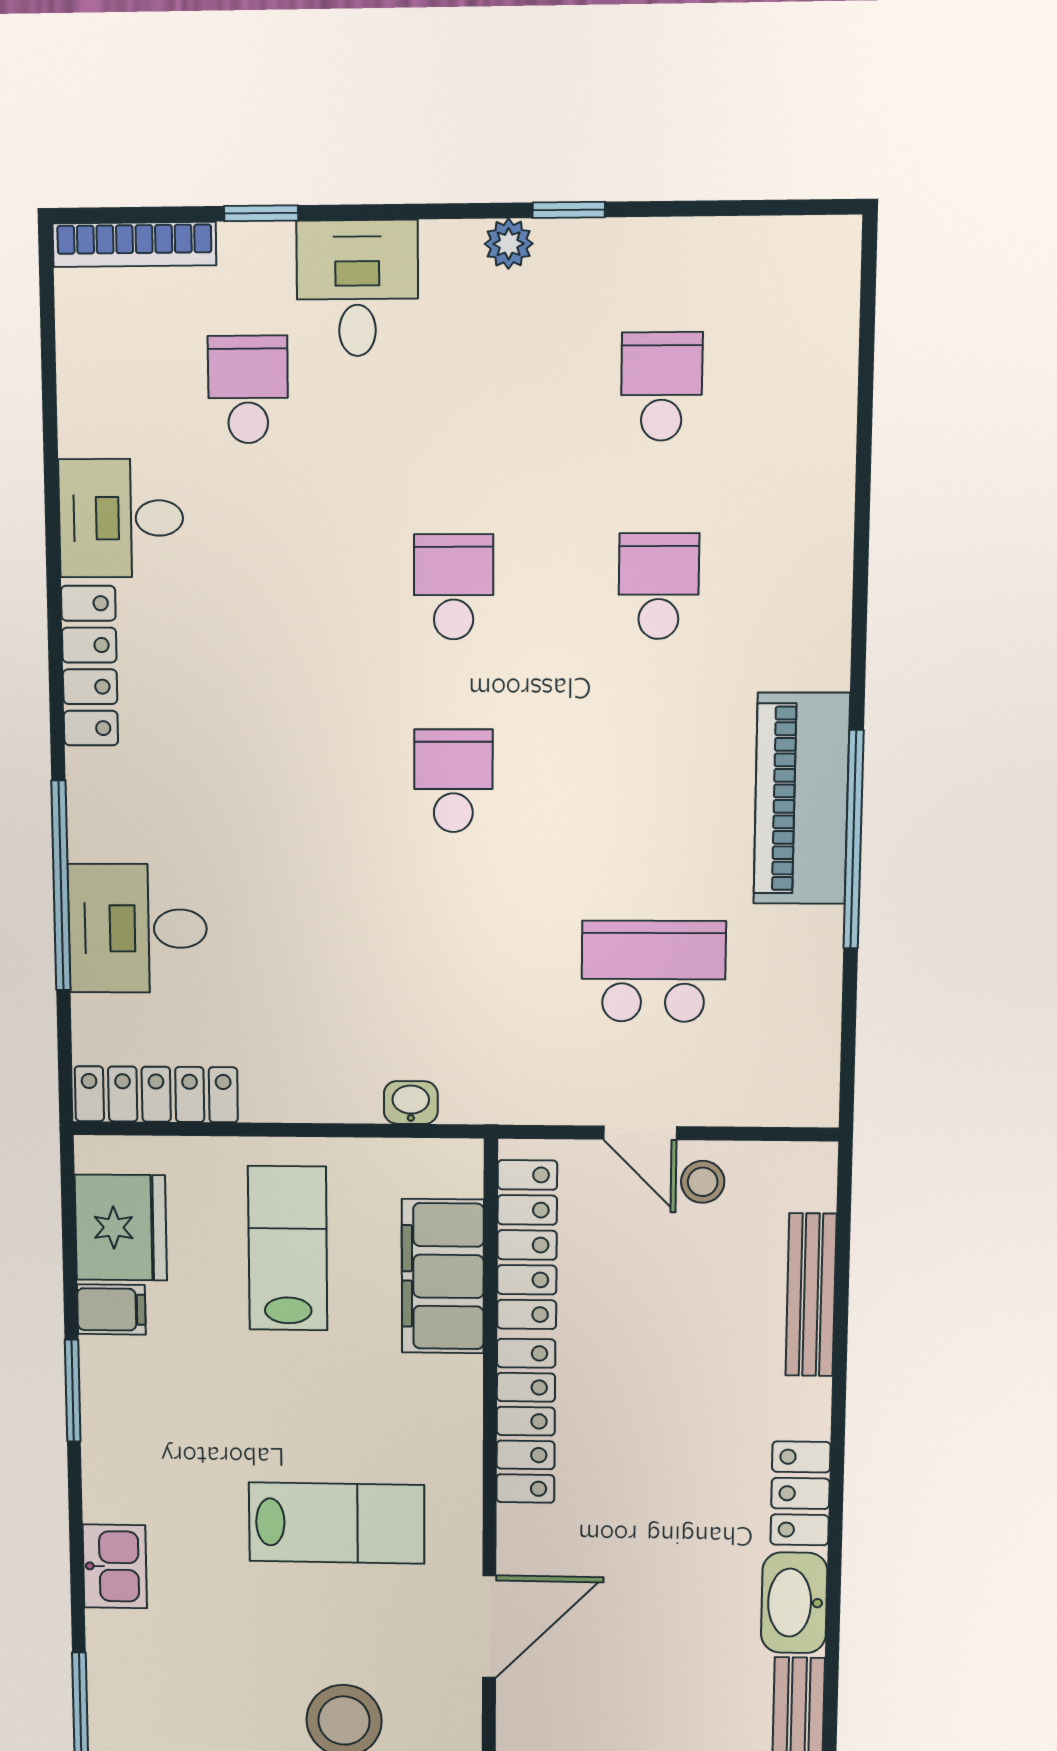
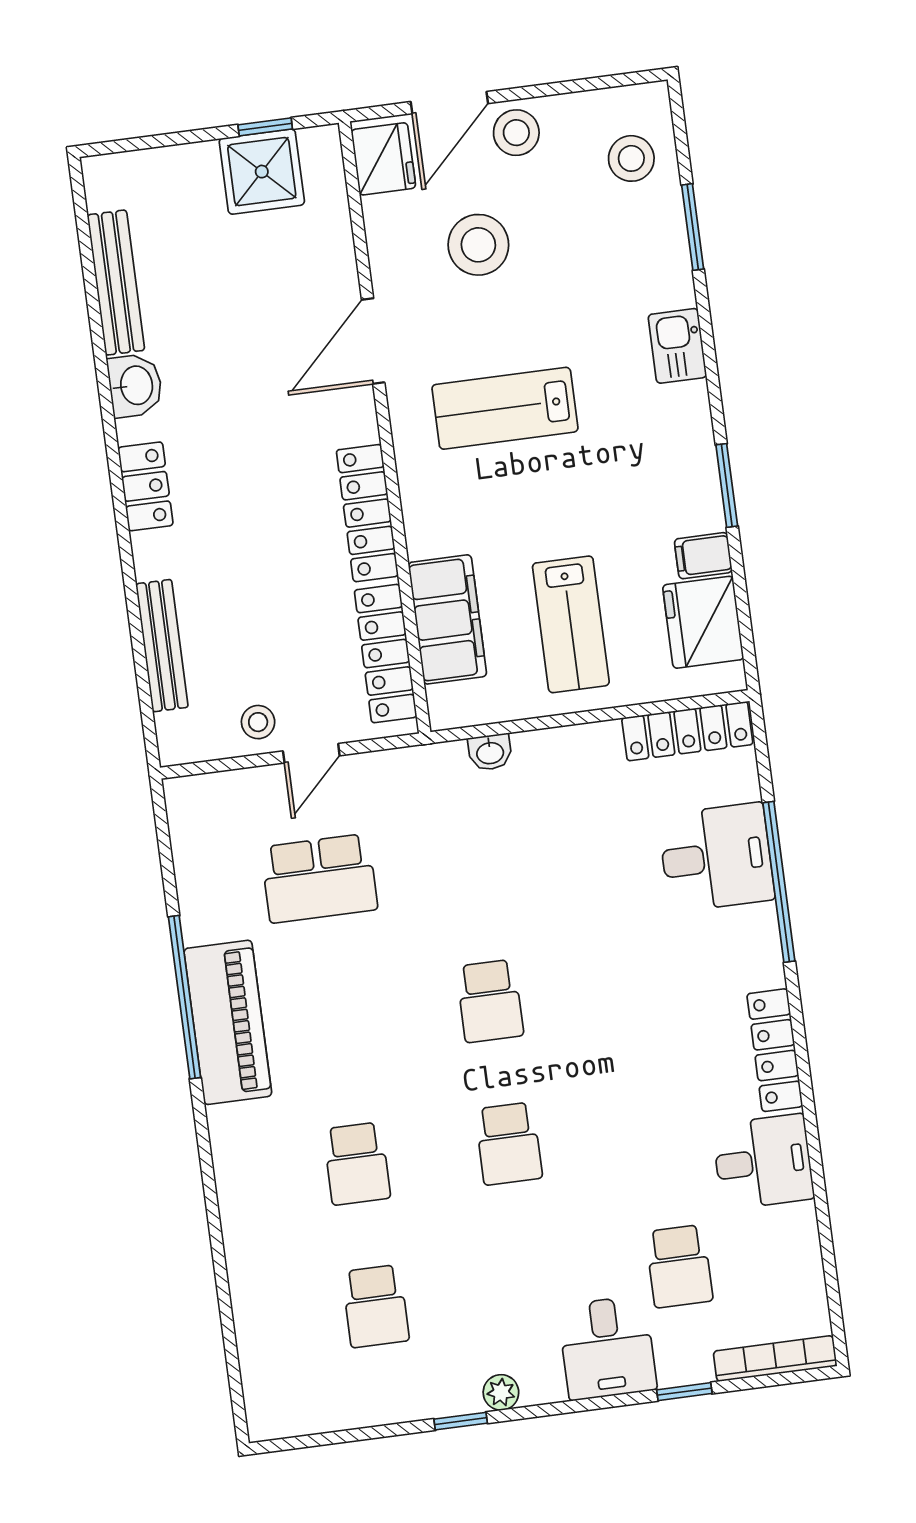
door: (640, 1133) -> (311, 753), swing flipped
washbasin: (794, 1603) -> (135, 385), width x0.72

